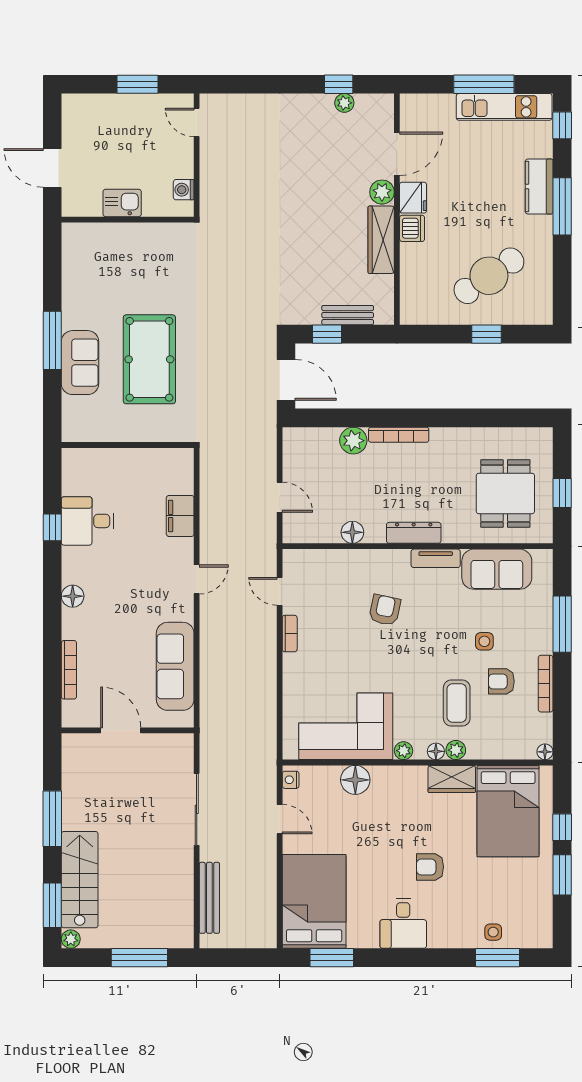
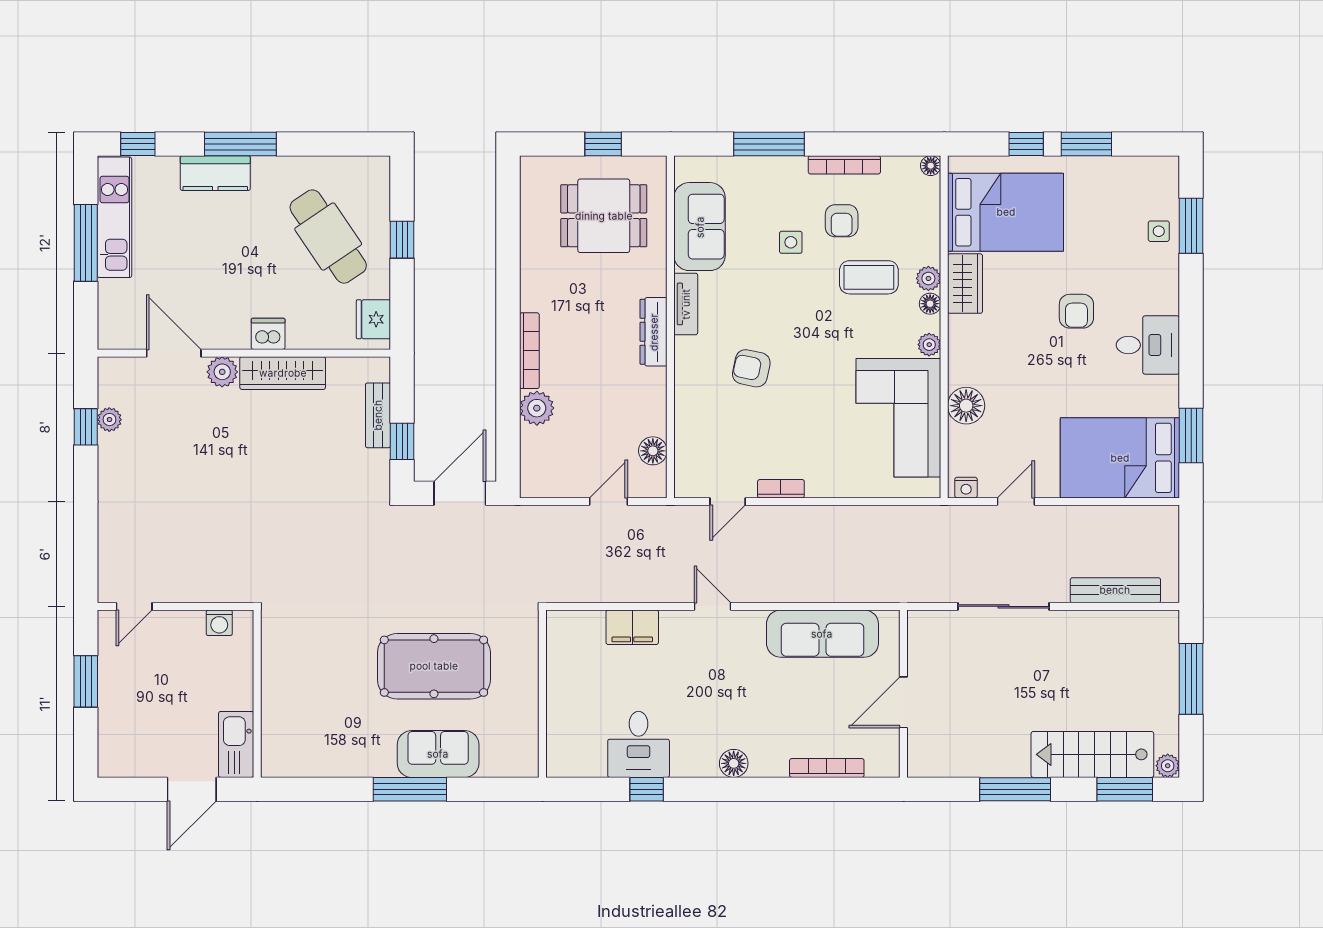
fridge: (413, 198) -> (373, 319), moved, turned -90
kitchen sink: (122, 203) -> (236, 744), moved, width x1.38
floor lamp: (352, 532) -> (653, 451), moved

